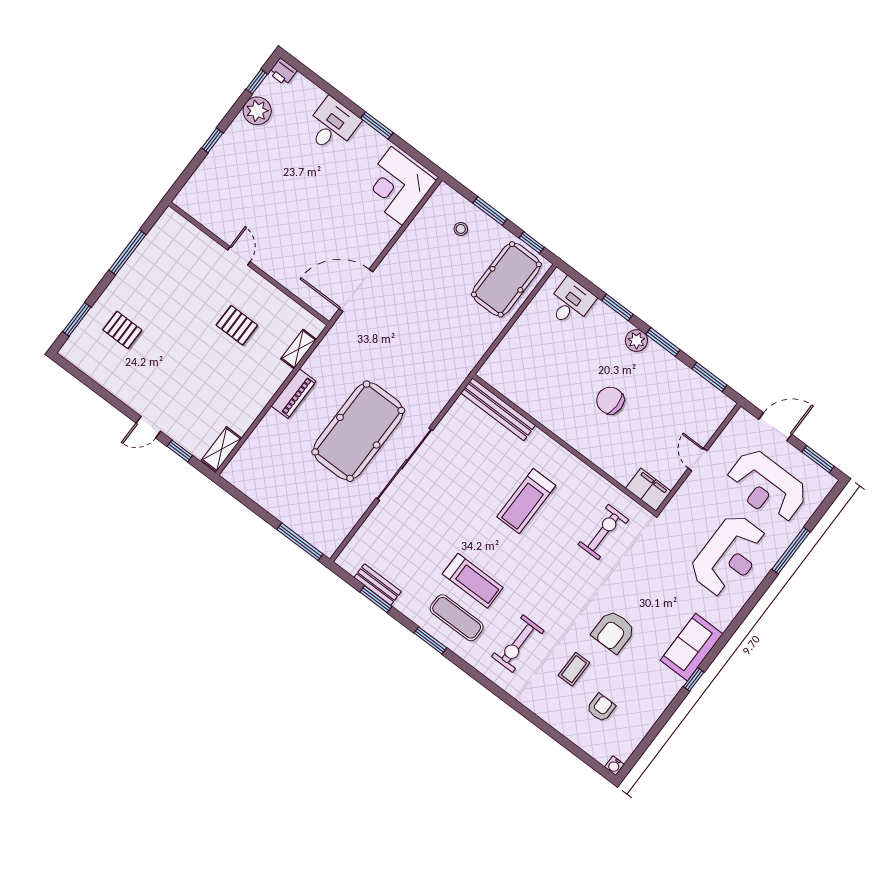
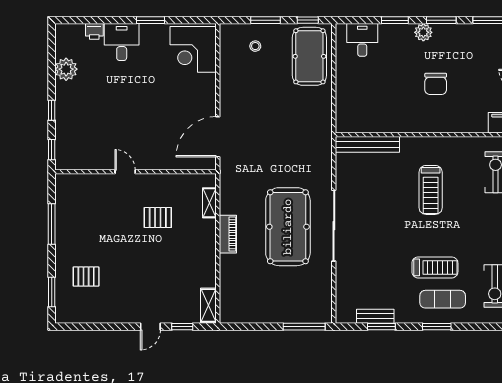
printer: (283, 72) -> (94, 31), moved
window: (257, 82) -> (52, 150), moved
chair: (610, 400) -> (436, 84), turned -90

